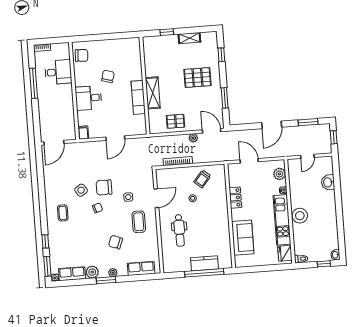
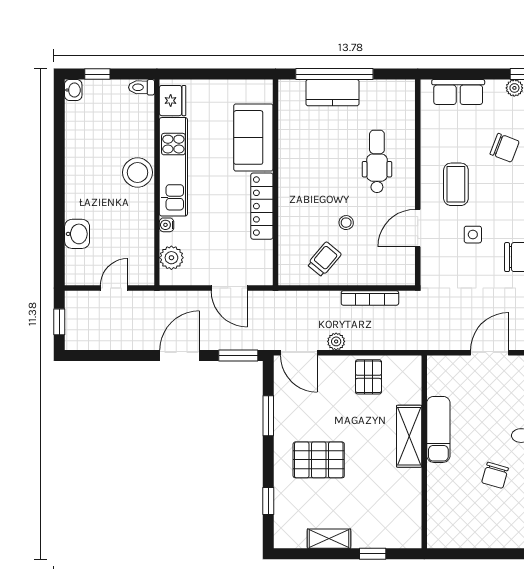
pallet: (176, 121) -> (368, 377), turned 90
window: (308, 122) -> (238, 356), moved
locker: (235, 198) -> (262, 206), width x1.53

